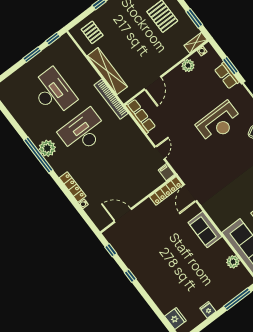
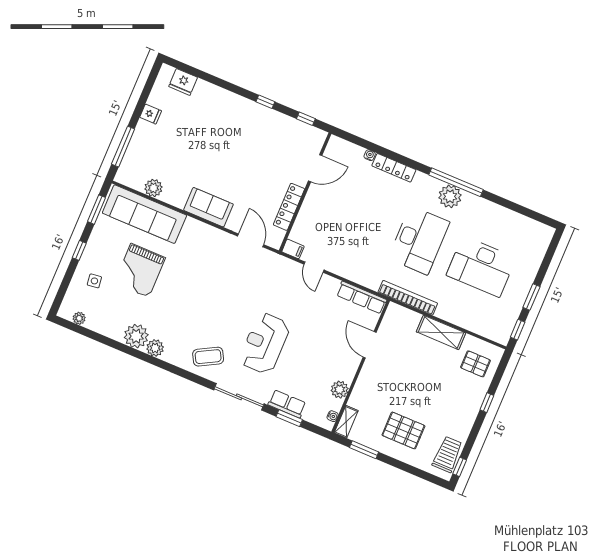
shelving: (107, 71) -> (441, 332), width x0.68
locker: (166, 191) -> (289, 207), moved

